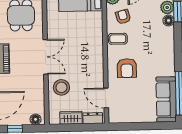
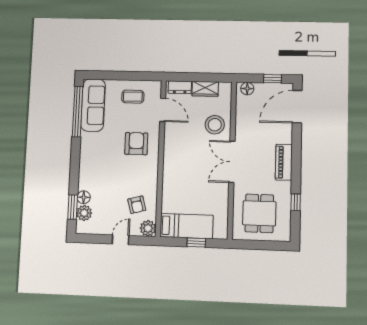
coffee table: (118, 39) -> (133, 97), moved

